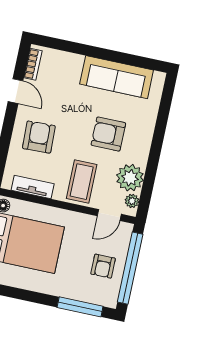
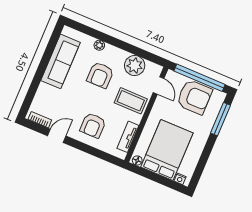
armchair: (39, 137) -> (93, 125), turned -88
plant: (132, 201) -> (99, 45), moved
armchair: (103, 266) -> (194, 97), width x1.88, depth x1.88

